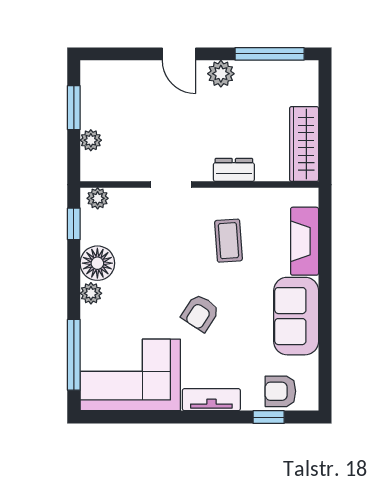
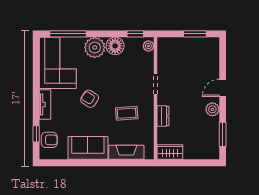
window: (270, 54) -> (223, 134), width x0.69
plant: (91, 140) -> (178, 43), removed
wardrobe: (304, 144) -> (170, 152), width x0.67
plant: (91, 293) -> (95, 47), width x1.87, depth x1.87
armchair: (280, 391) -> (49, 140), turned 90

